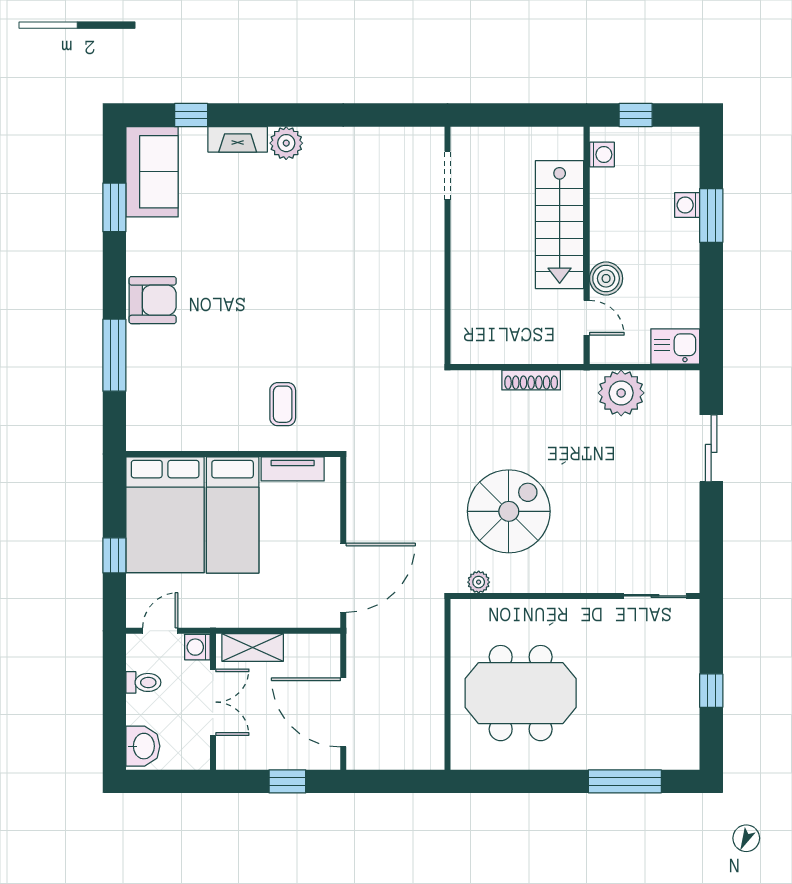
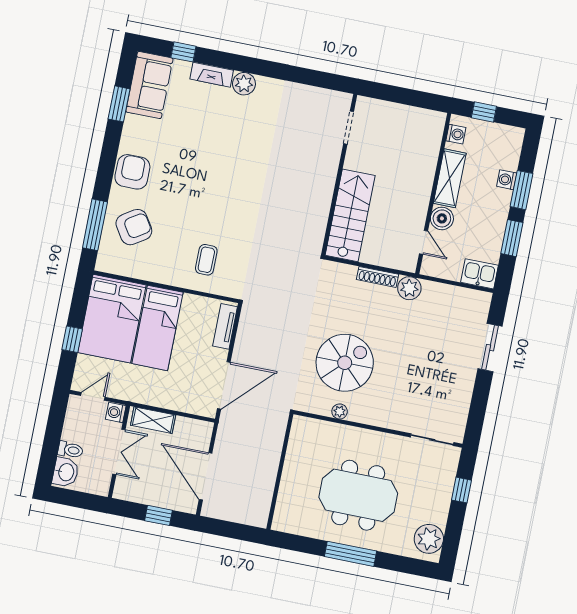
shelving: (606, 219) -> (450, 178), added
stairs: (560, 225) -> (350, 215), moved, turned 180
window: (711, 287) -> (512, 238), added
armchair: (153, 300) -> (132, 172), turned -90
window: (114, 355) -> (95, 225), moved
armchair: (170, 378) -> (134, 227), added
plant: (621, 393) -> (409, 288), moved, width x0.73, depth x0.73
tv unit: (293, 469) -> (225, 326), moved, turned 90
plant: (479, 582) -> (340, 411), moved
toilet: (143, 682) -> (70, 450), moved
window: (711, 691) -> (462, 490), moved
meeting table: (521, 693) -> (358, 495), moved
plant: (678, 738) -> (429, 539), added
window: (625, 781) -> (351, 554), moved

